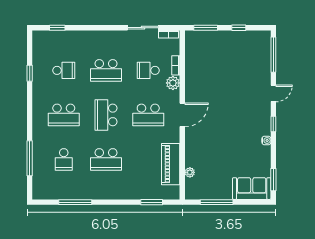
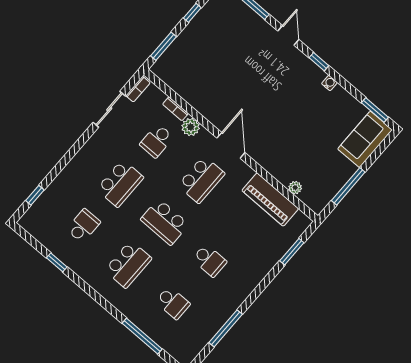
school desk: (106, 159) -> (209, 260), width x0.54

